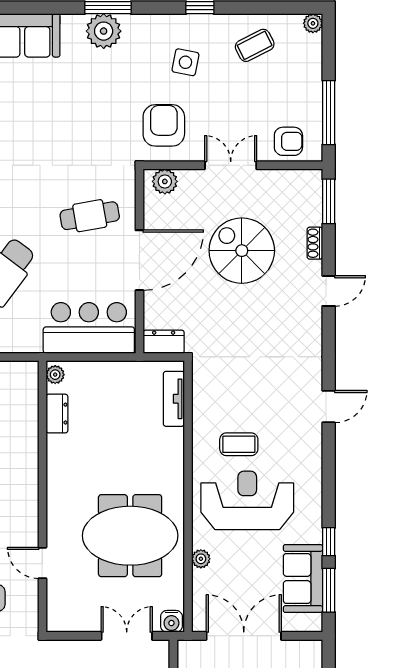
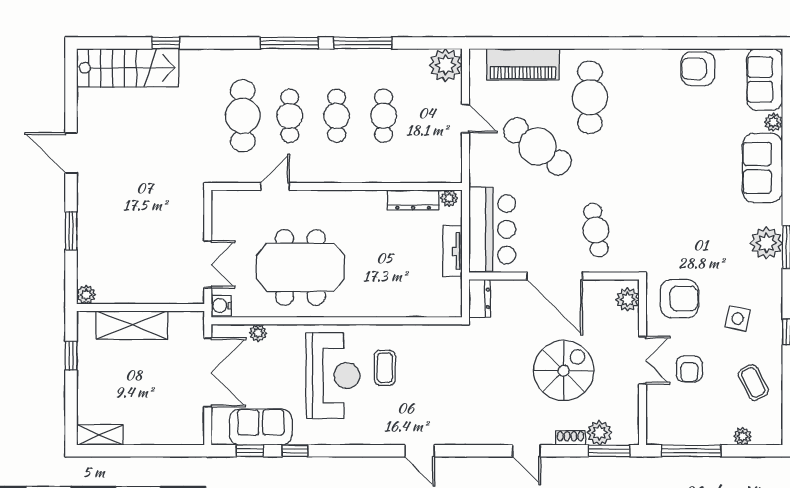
plant: (313, 23) -> (743, 436), moved
armchair: (288, 141) -> (689, 369), moved
plant: (309, 212) -> (600, 433), added
tv unit: (174, 399) -> (452, 251), moved, turned -90
dresser: (57, 414) -> (413, 200), width x1.44
meeting table: (130, 536) -> (300, 267), turned 90
plant: (201, 559) -> (258, 333), moved
window: (329, 590) -> (250, 451), width x0.67

